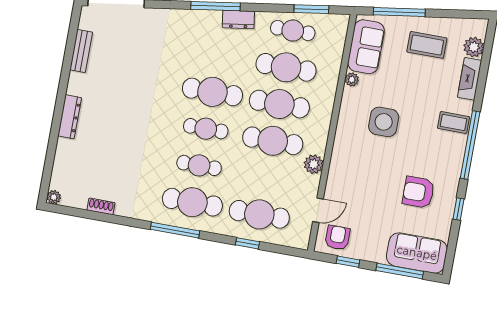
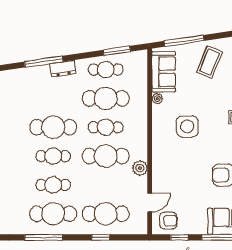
coffee table: (427, 45) -> (209, 62), turned -68
cafe table: (279, 104) -> (106, 127), width x0.73, depth x0.74
armchair: (337, 238) -> (168, 221), turned 90

